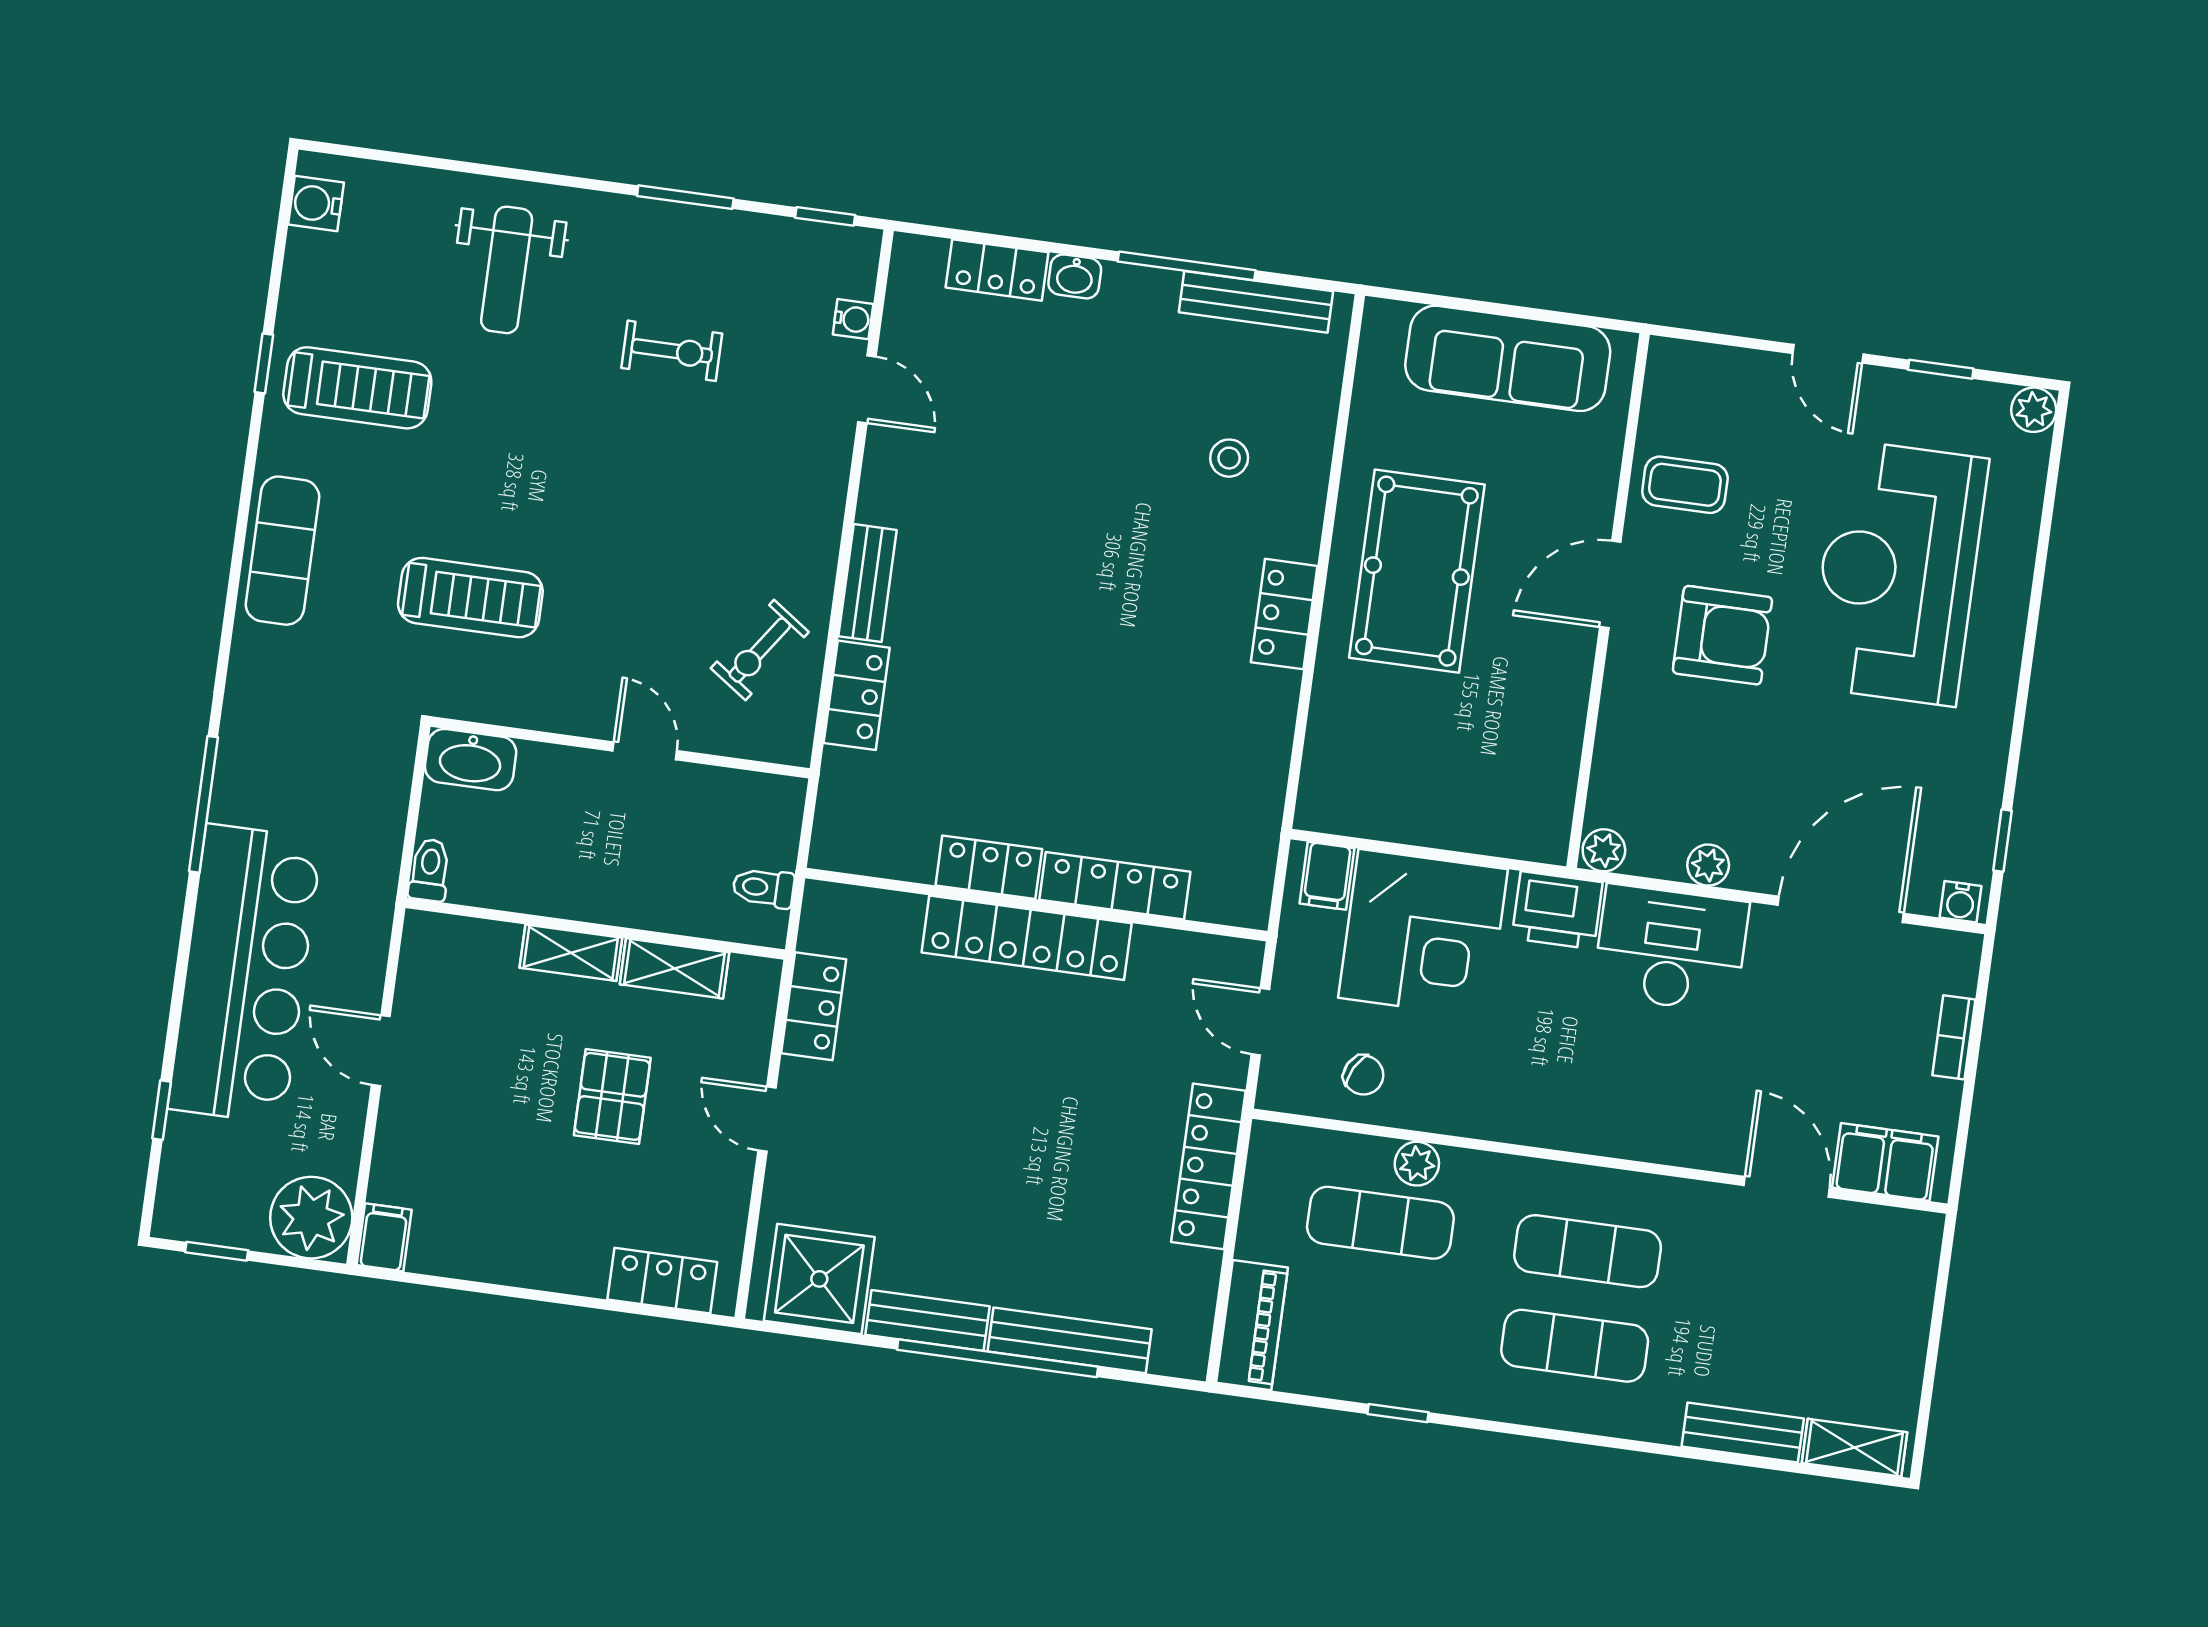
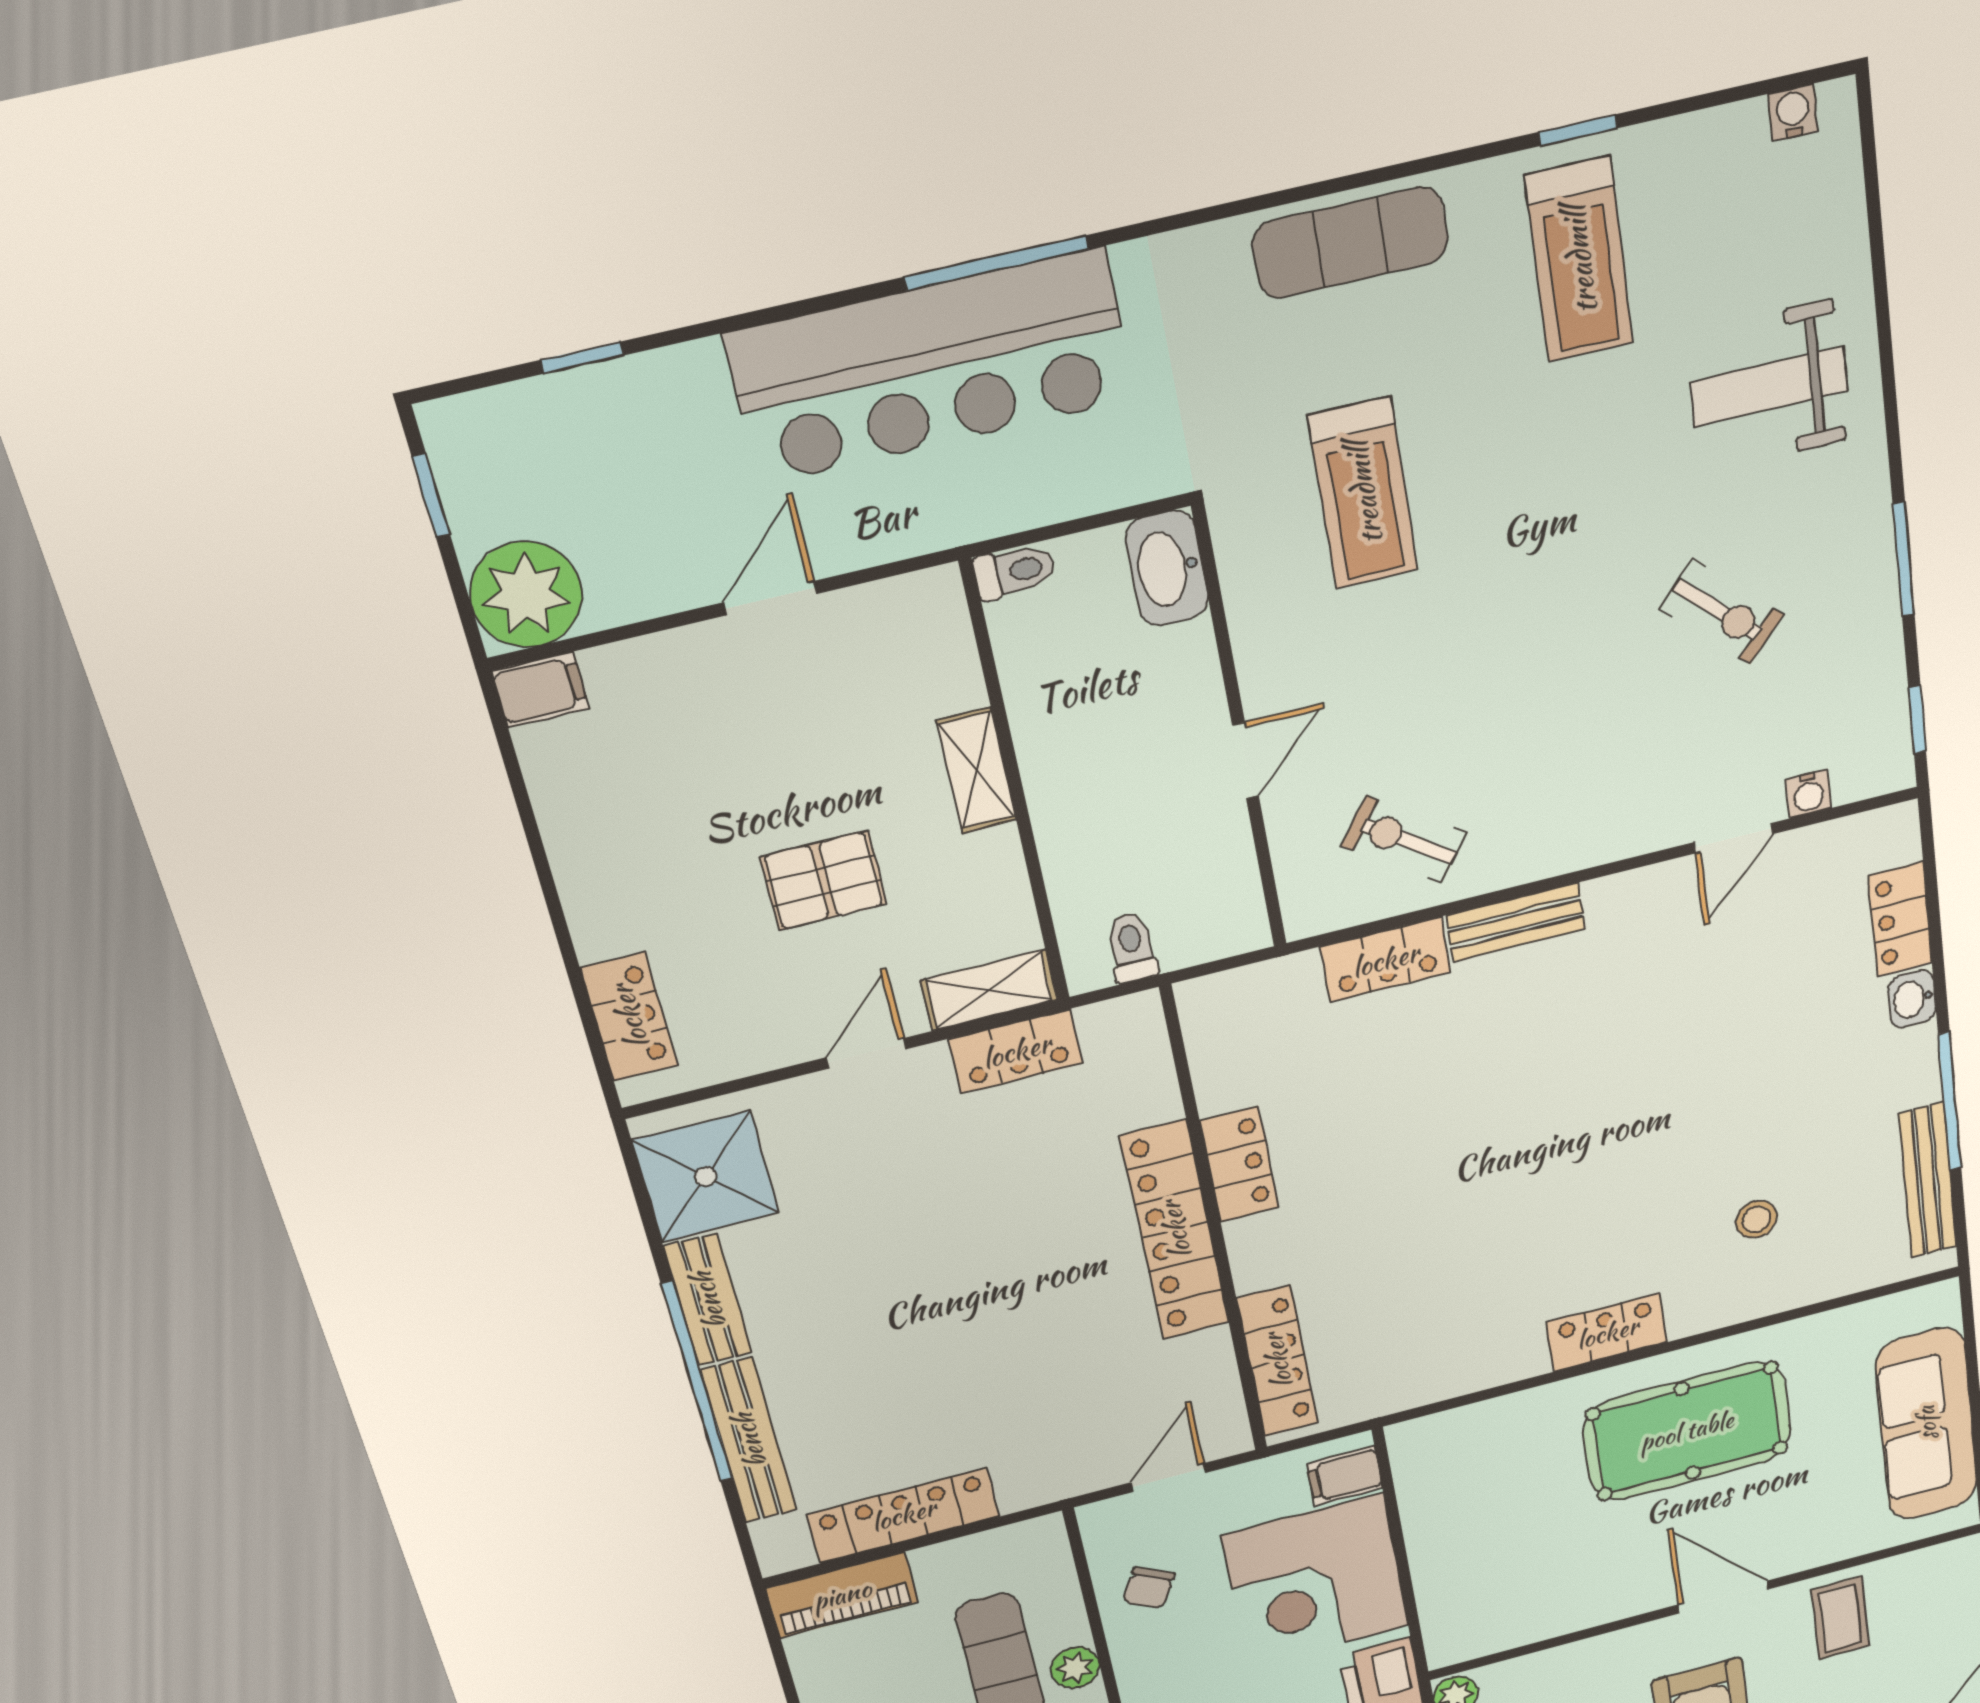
water cooler: (316, 204) -> (1793, 113), width x0.72, depth x0.72
exercise bike: (672, 351) -> (1722, 612), turned -47
locker: (1115, 886) -> (1277, 1361), moved
shelving: (675, 968) -> (989, 990), moved, turned 90
bar counter: (245, 974) -> (931, 367), moved
locker: (1208, 1166) -> (903, 1515), moved

